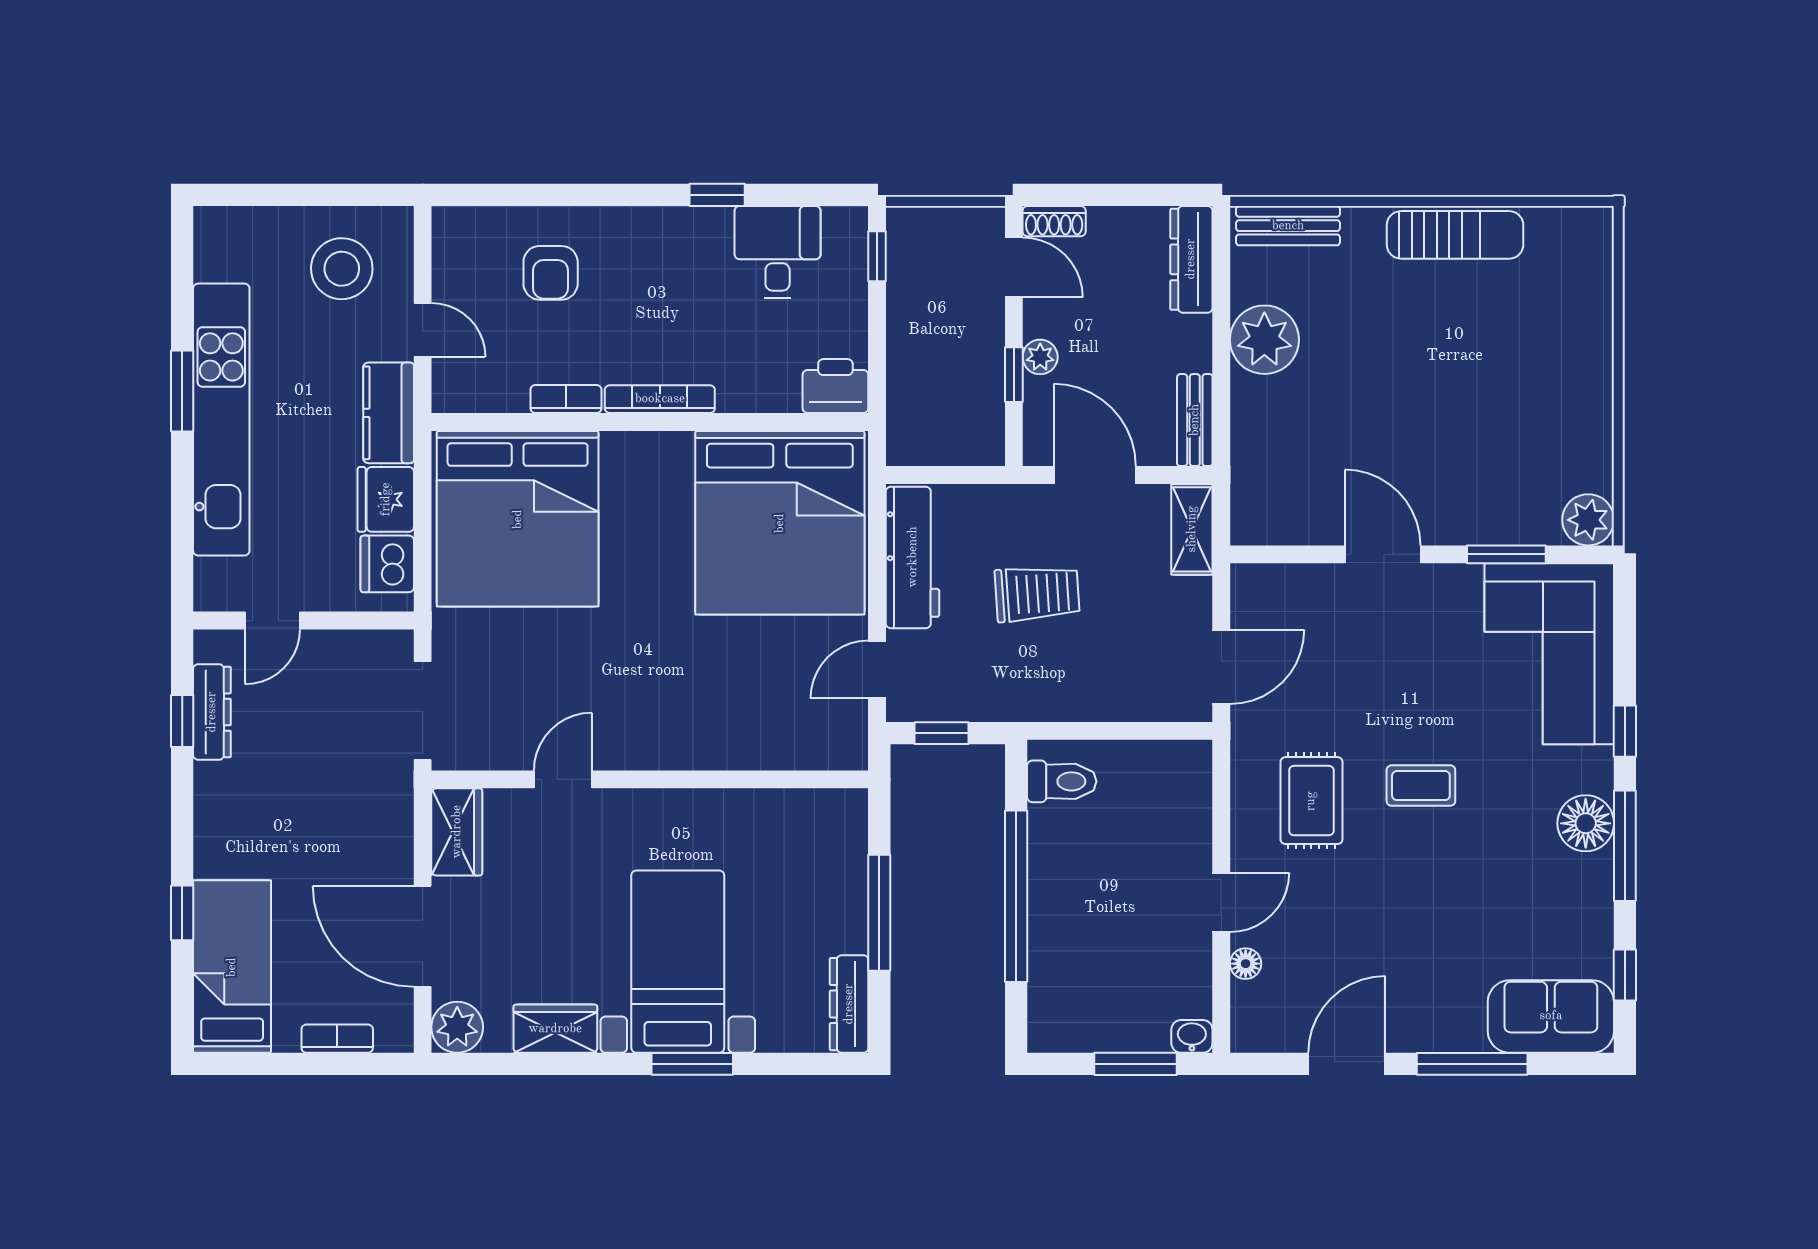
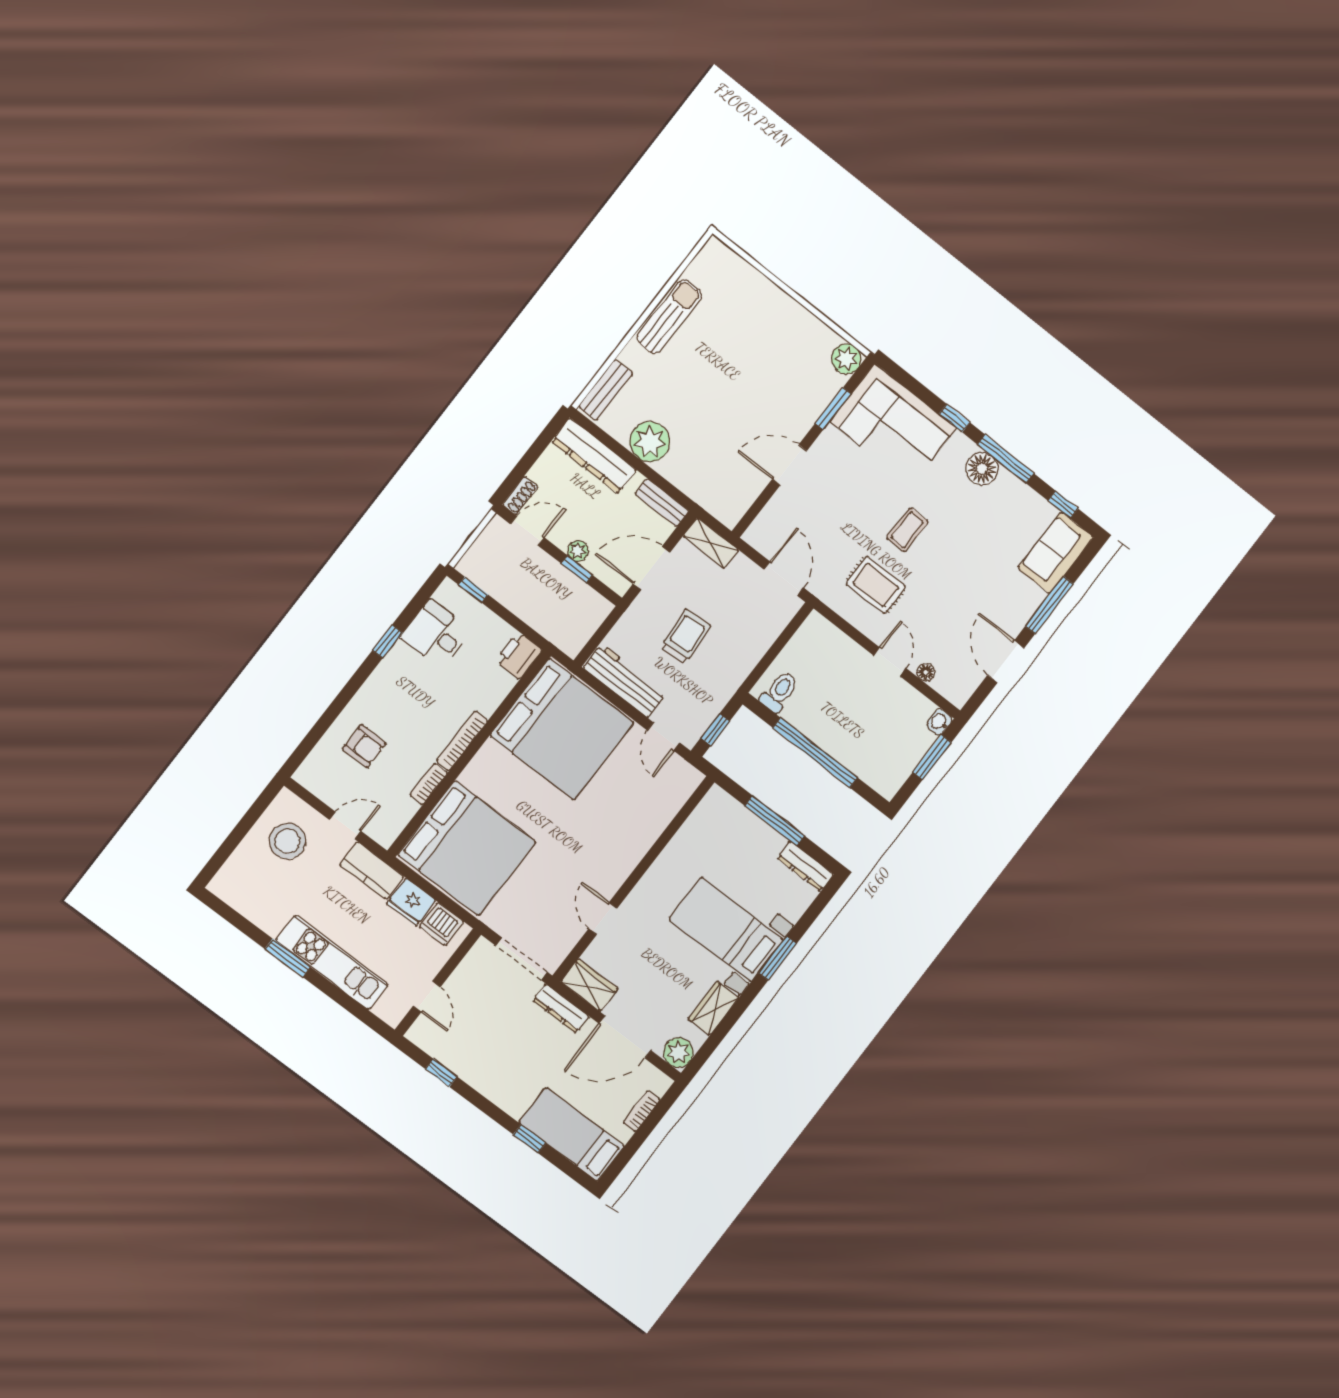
dresser: (1191, 259) -> (594, 456), width x1.37, depth x1.24
kitchen unit: (221, 420) -> (332, 963), width x0.73
dresser: (212, 712) -> (561, 1008), moved, turned 180

